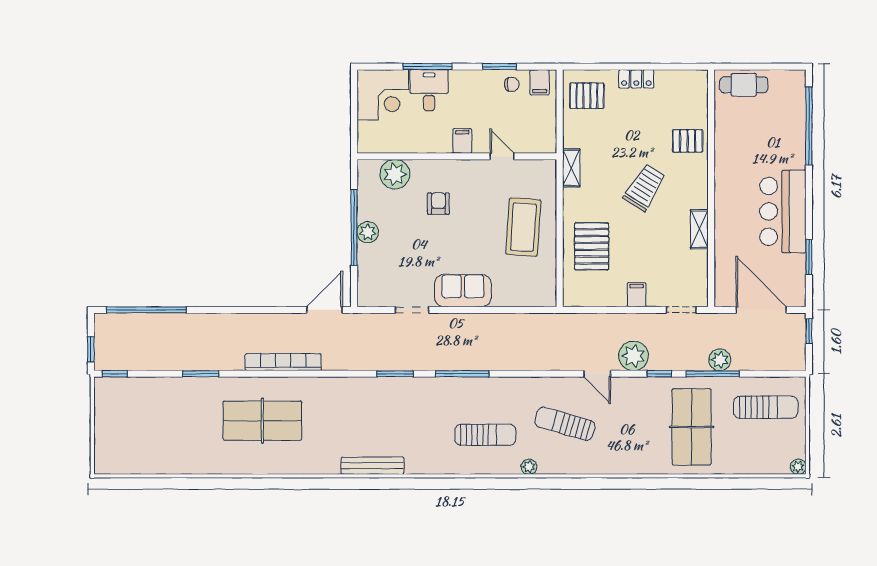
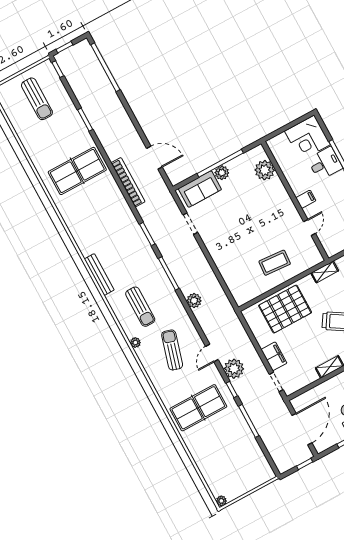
armchair: (438, 204) -> (261, 205), removed
coffee table: (523, 227) -> (275, 263), width x0.73, depth x0.76
pallet: (592, 246) -> (285, 309), width x1.37, depth x1.41
sofa: (463, 291) -> (200, 189), moved, turned 90
filing cabinet: (637, 295) -> (274, 356), width x2.00
door: (325, 310) -> (154, 158), moved
plant: (720, 360) -> (194, 301), moved
bookcase: (283, 362) -> (128, 182), moved
sun lounger: (766, 407) -> (37, 99), moved
table tennis table: (262, 421) -> (77, 171), turned 90
table tennis table: (692, 427) -> (198, 408), moved
bench: (372, 466) -> (99, 274), moved

